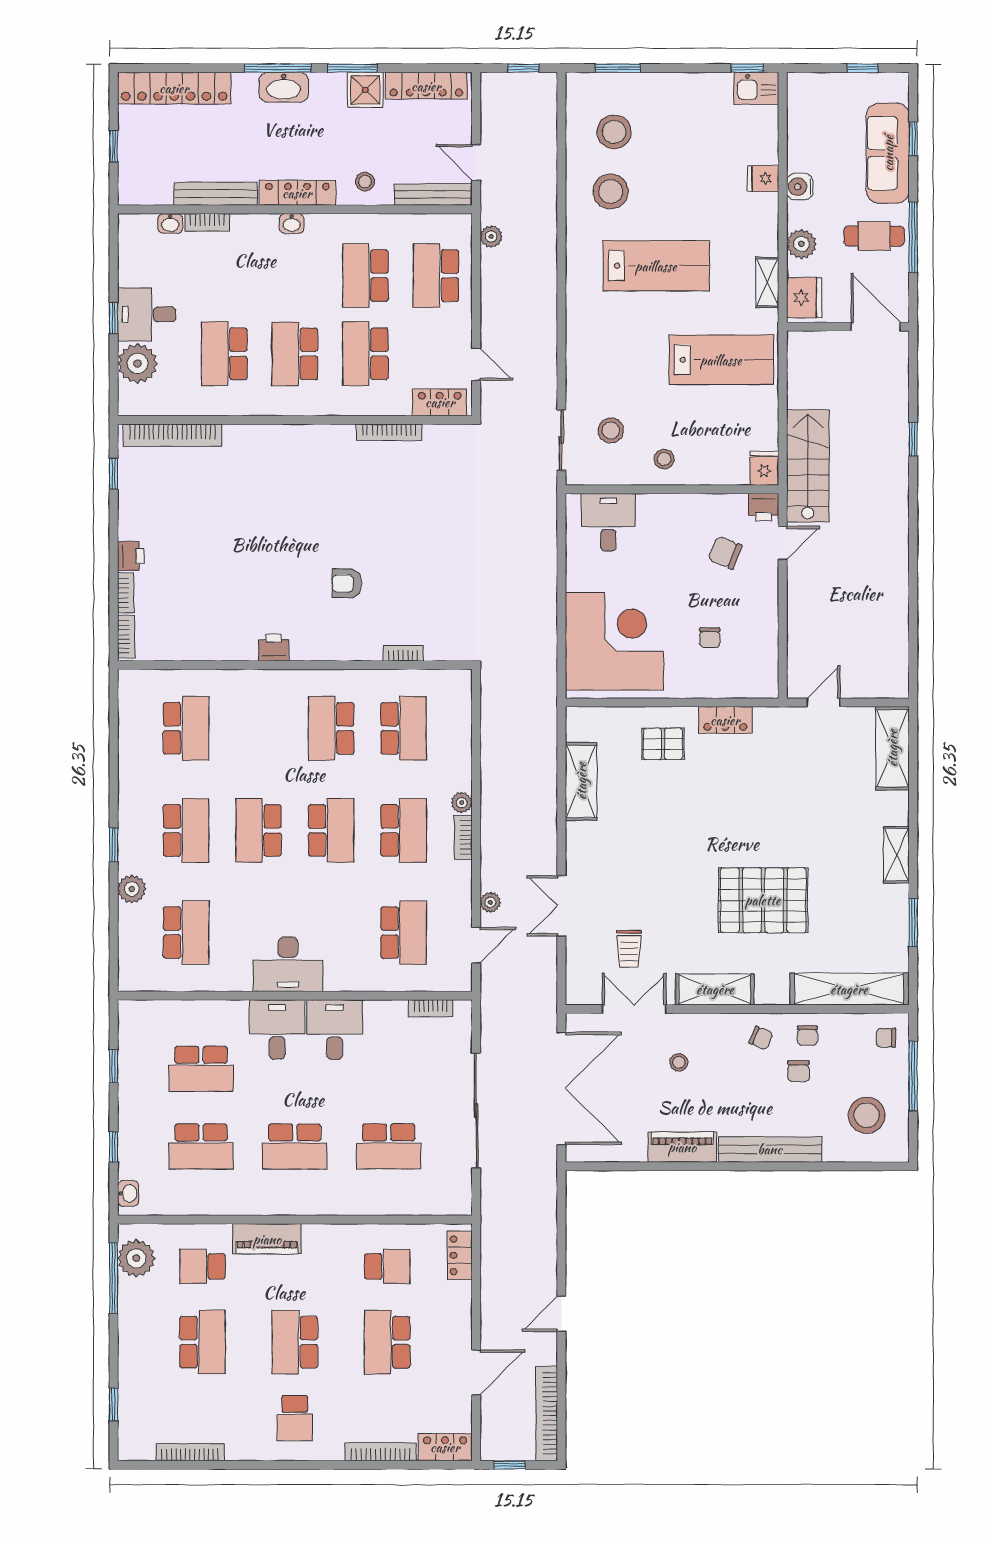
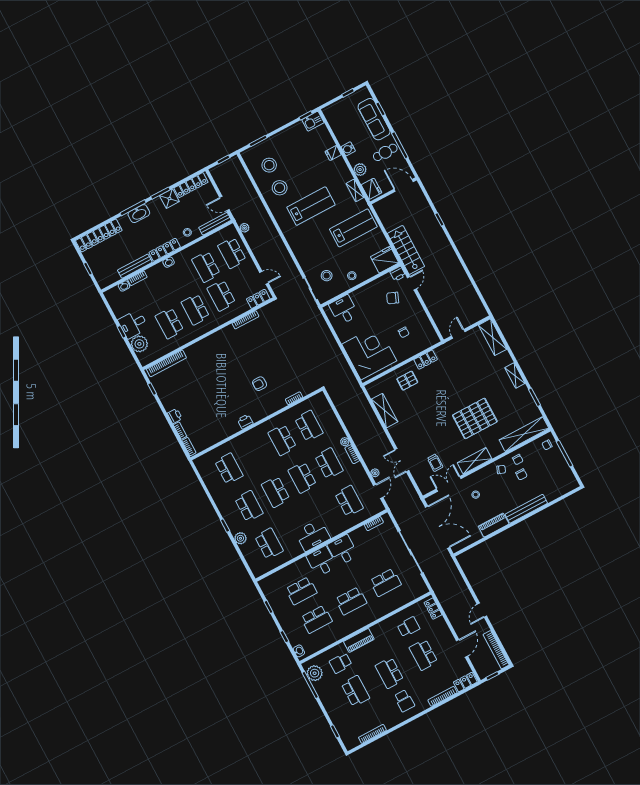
fridge: (764, 468) -> (385, 260), width x1.88, depth x1.34
school desk: (331, 830) -> (302, 478), turned 180
stool: (867, 1115) -> (555, 477), removed

